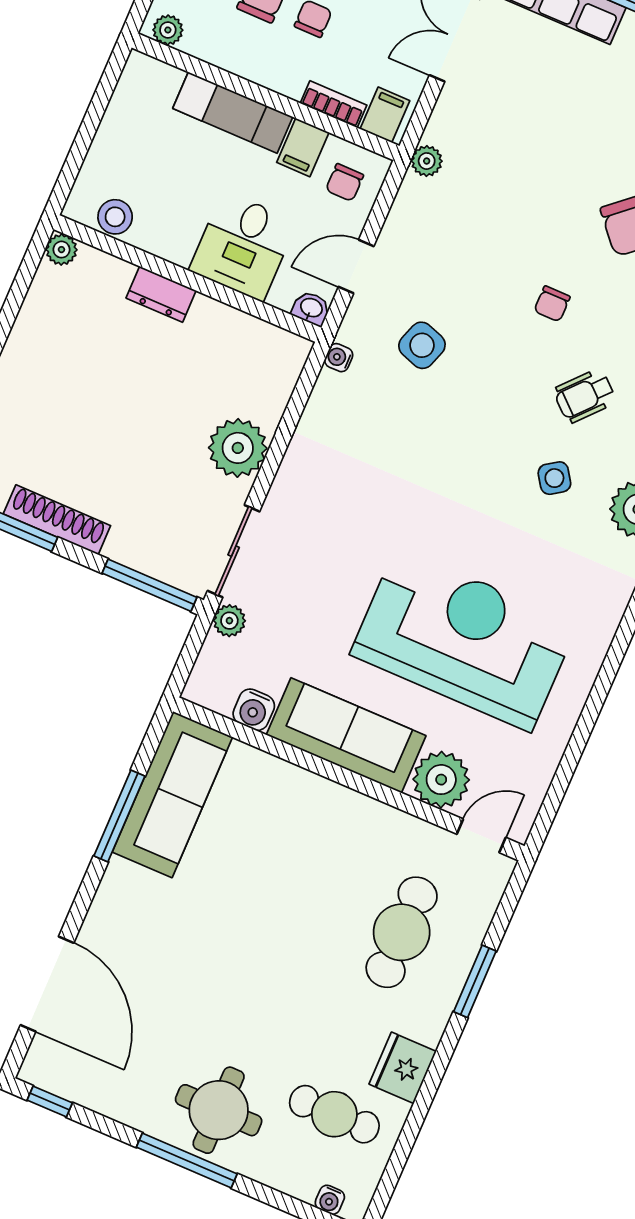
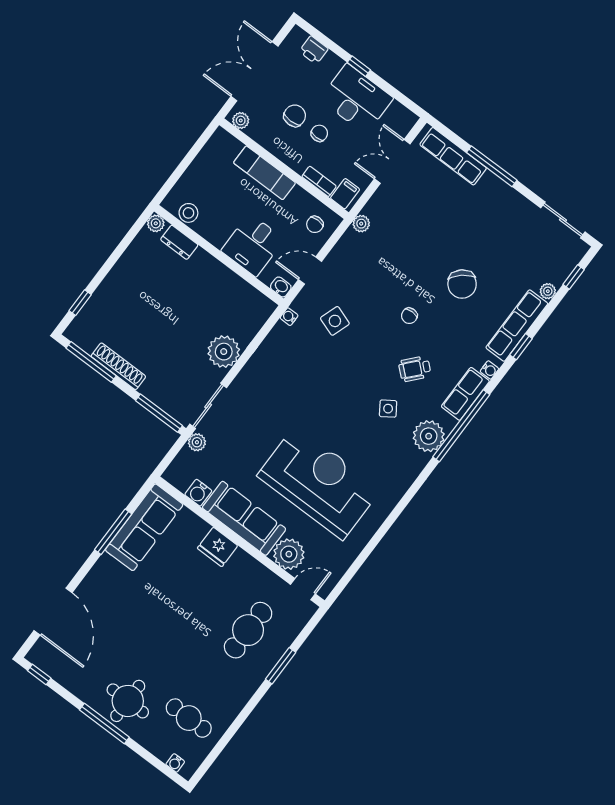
filing cabinet: (303, 147) -> (297, 200), removed
dresser: (161, 294) -> (179, 242), moved
fridge: (403, 1068) -> (218, 547), moved, turned -90

